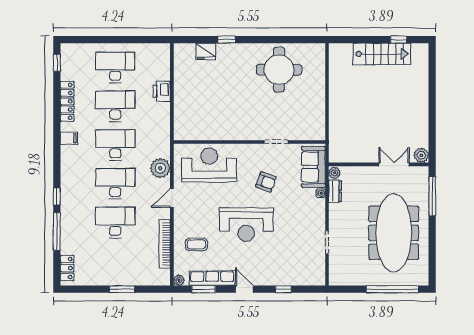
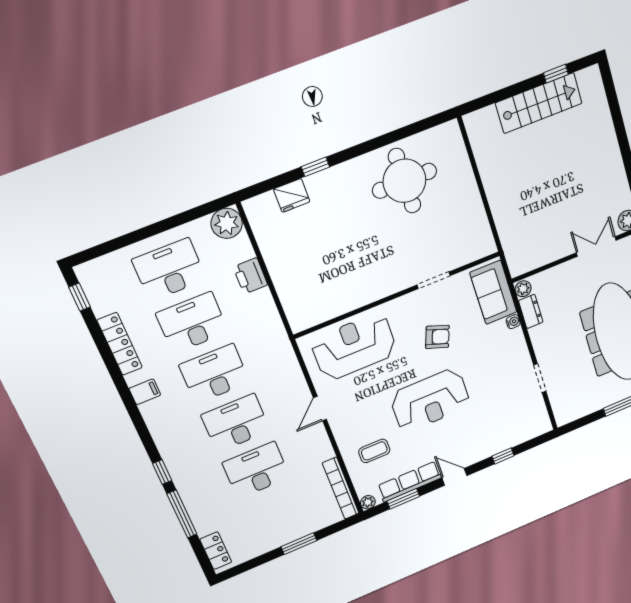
plant: (160, 168) -> (227, 223), moved
bookcase: (165, 244) -> (341, 488), moved

